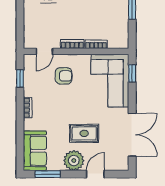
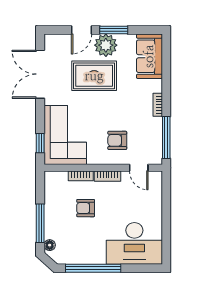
armchair: (92, 16) -> (86, 208), added
door: (44, 51) -> (139, 168), swing flipped
window: (20, 78) -> (166, 138), width x2.17
rug: (84, 133) -> (94, 76), width x1.36, depth x1.43
window: (48, 174) -> (114, 30), moved

